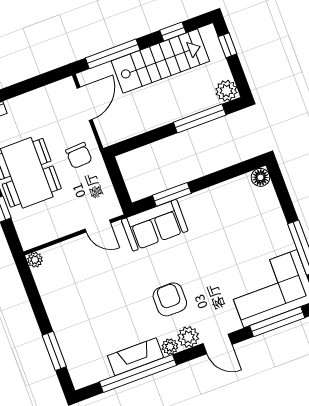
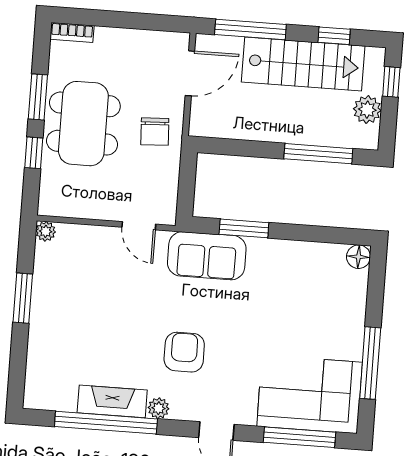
plant: (226, 91) -> (367, 110), moved
plant: (188, 337) -> (186, 407), removed
window: (54, 351) -> (23, 298), moved

